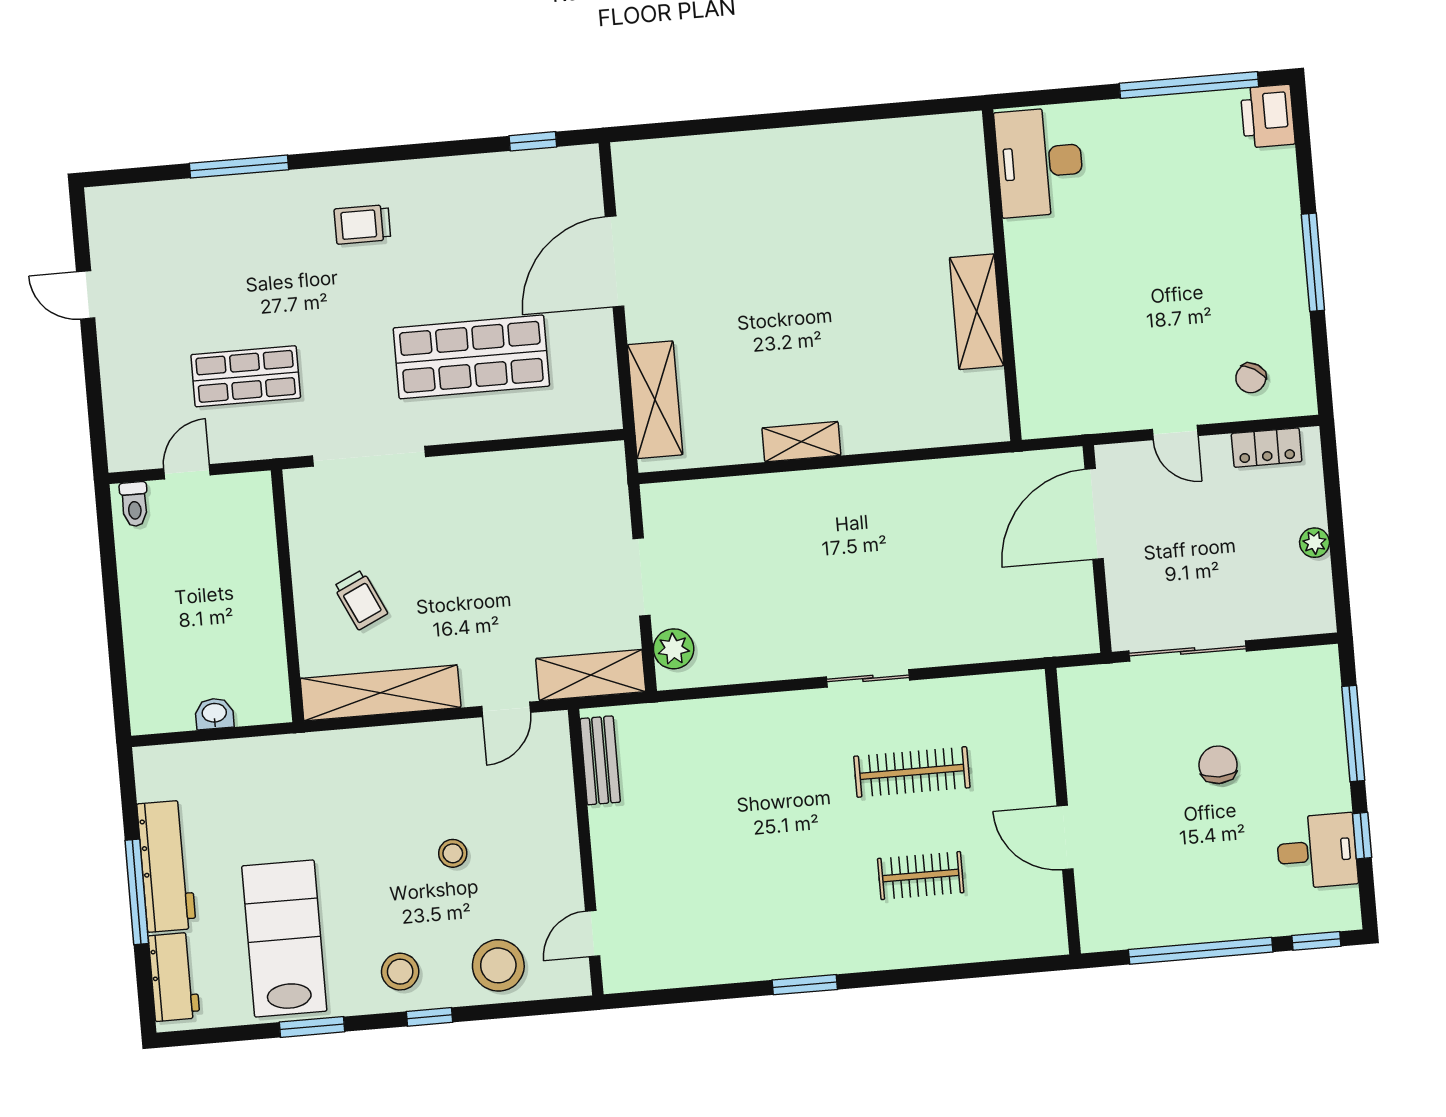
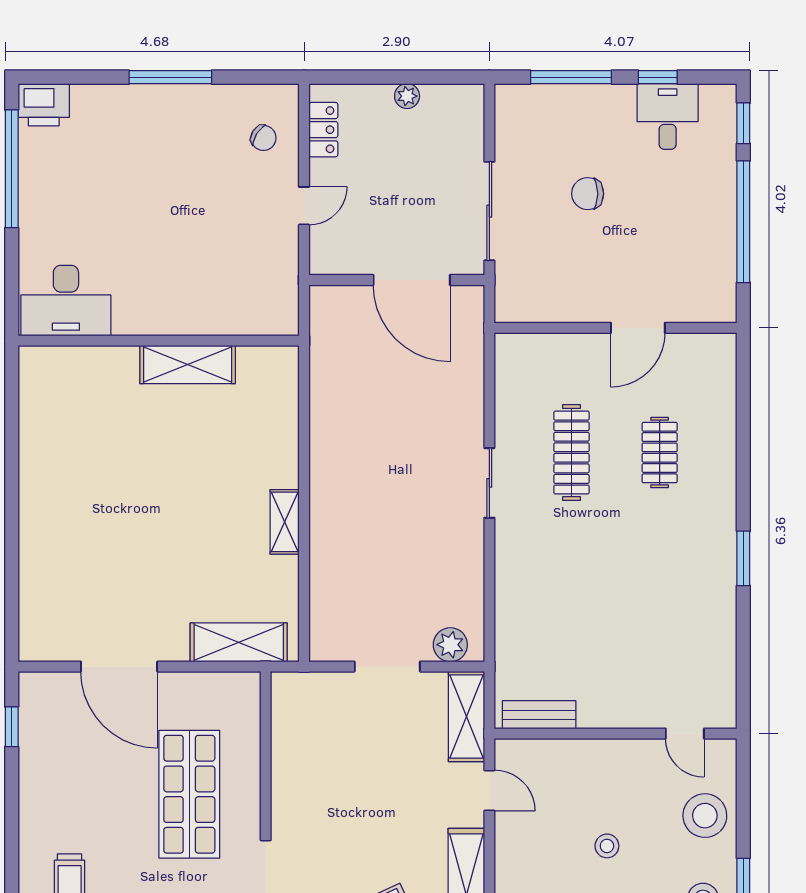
door: (1094, 514) -> (412, 280), moved

